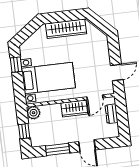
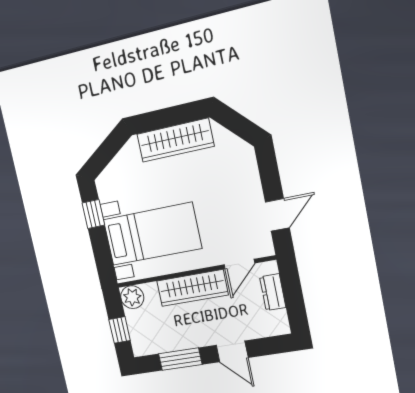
wardrobe: (74, 108) -> (192, 288), width x1.50

